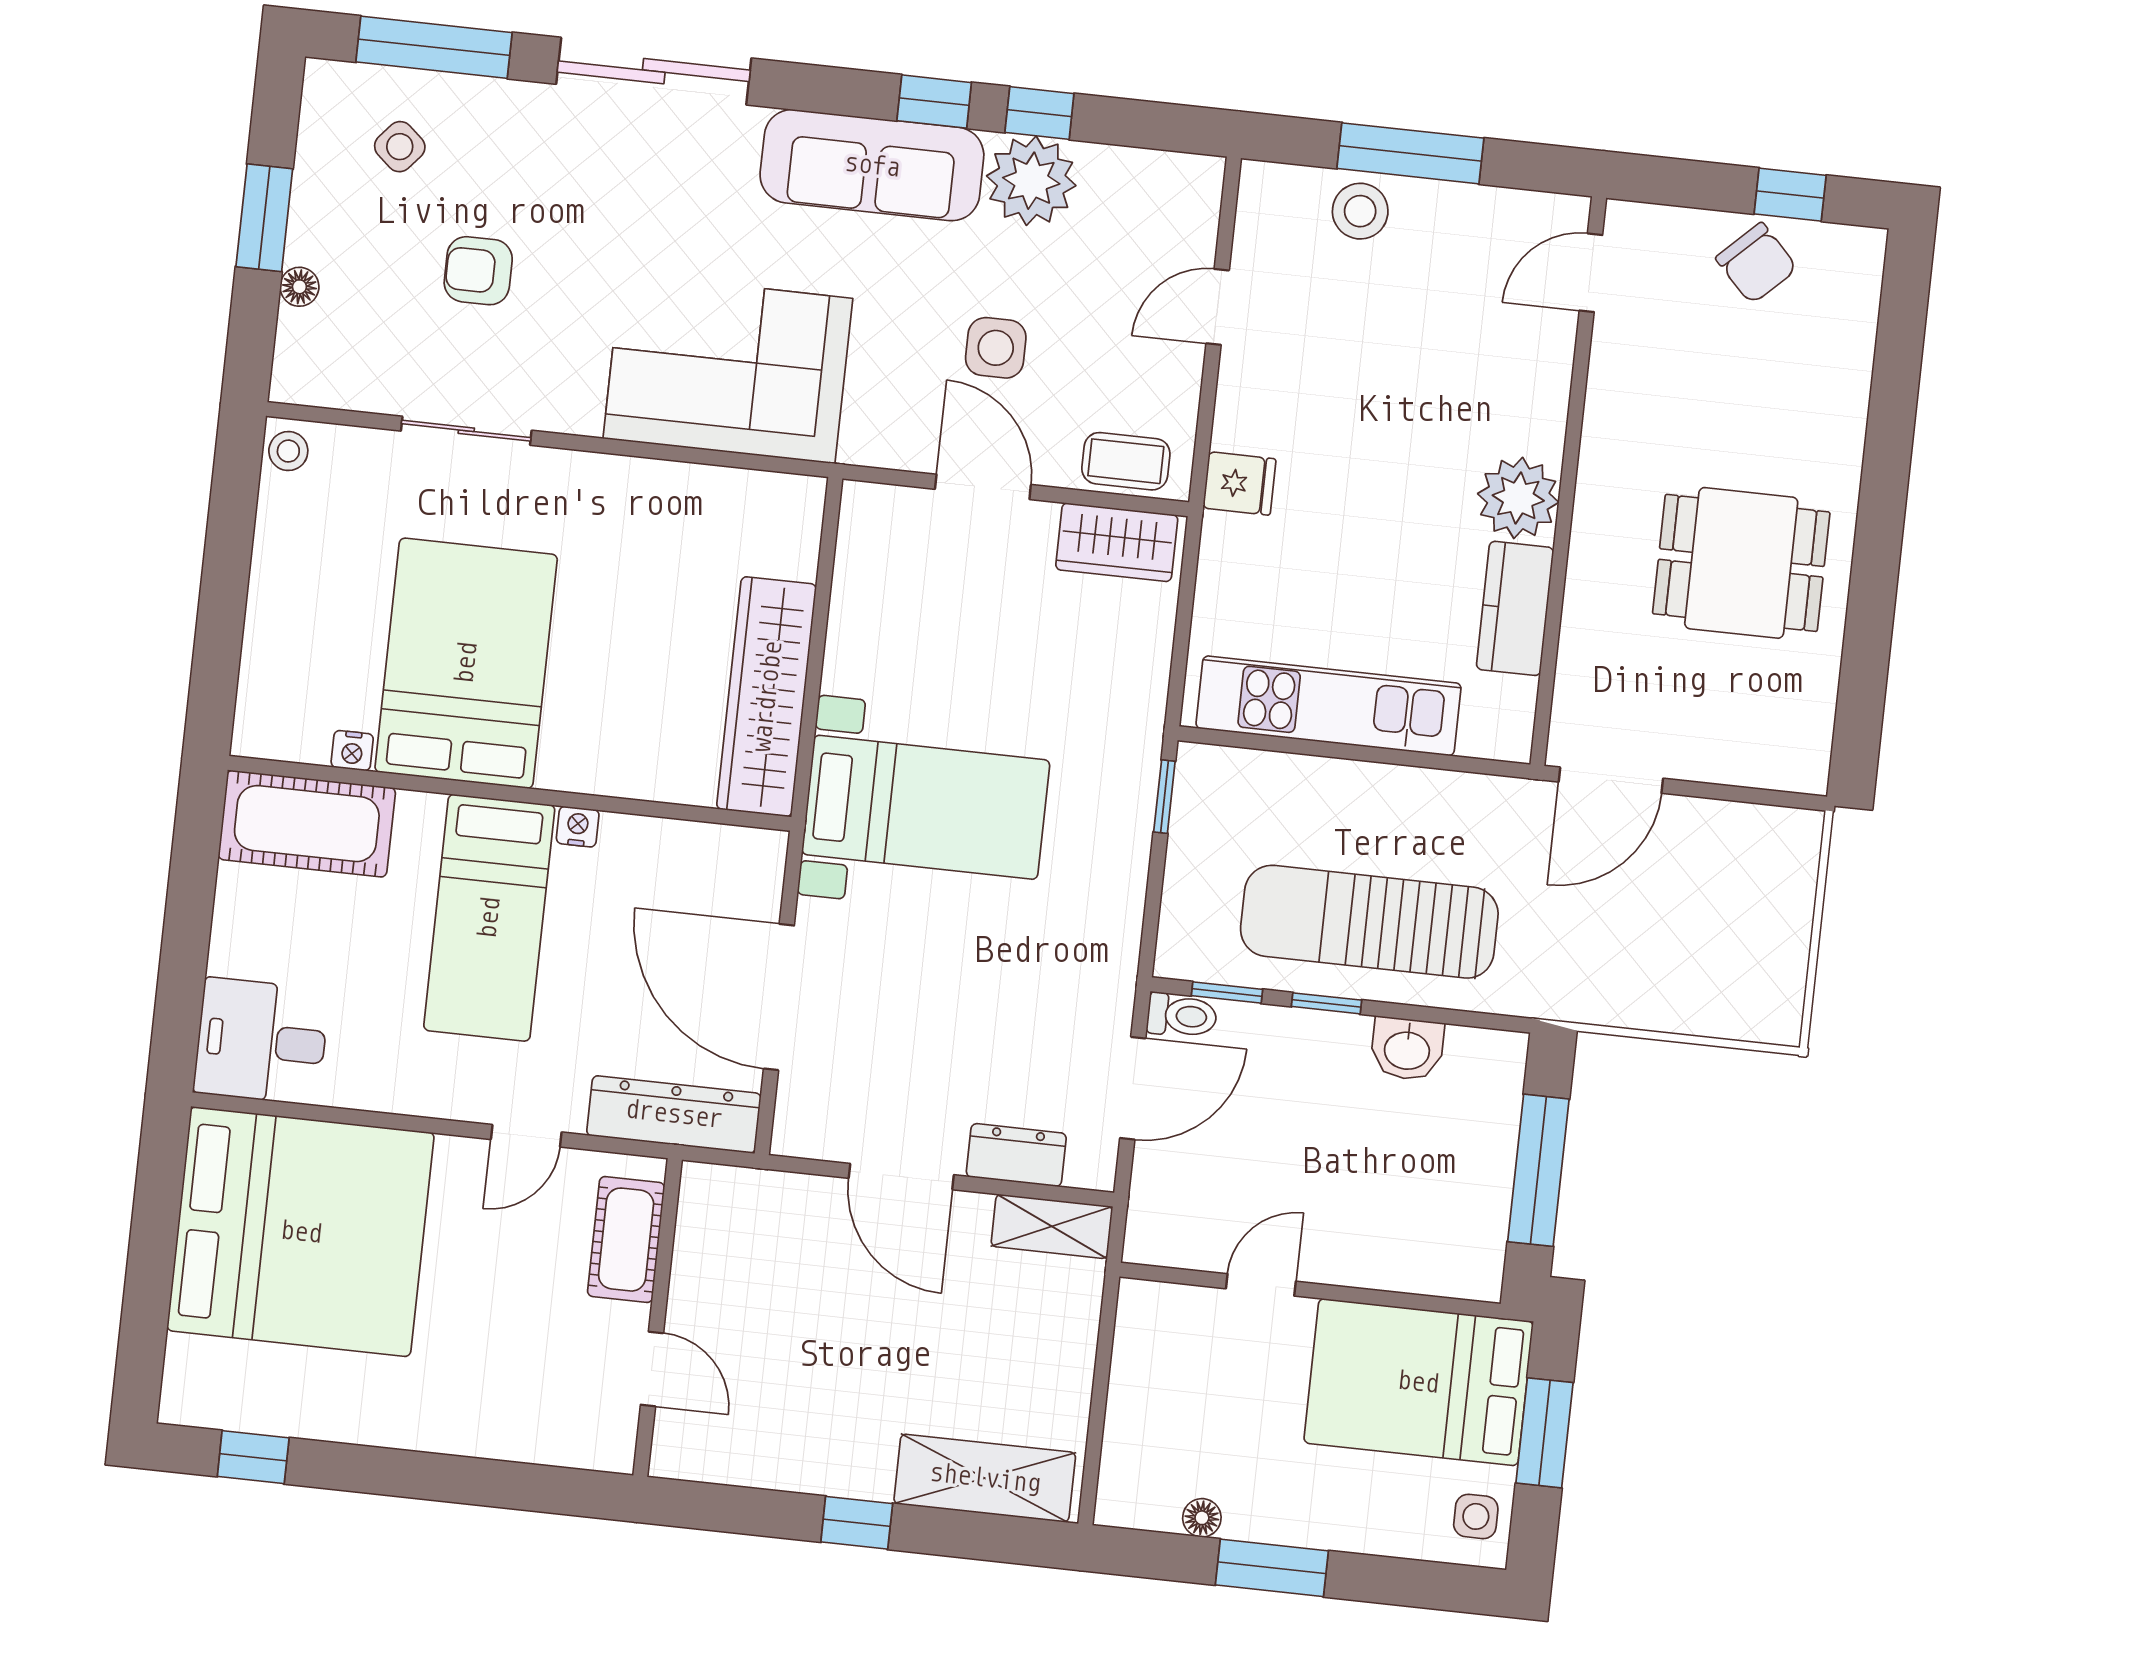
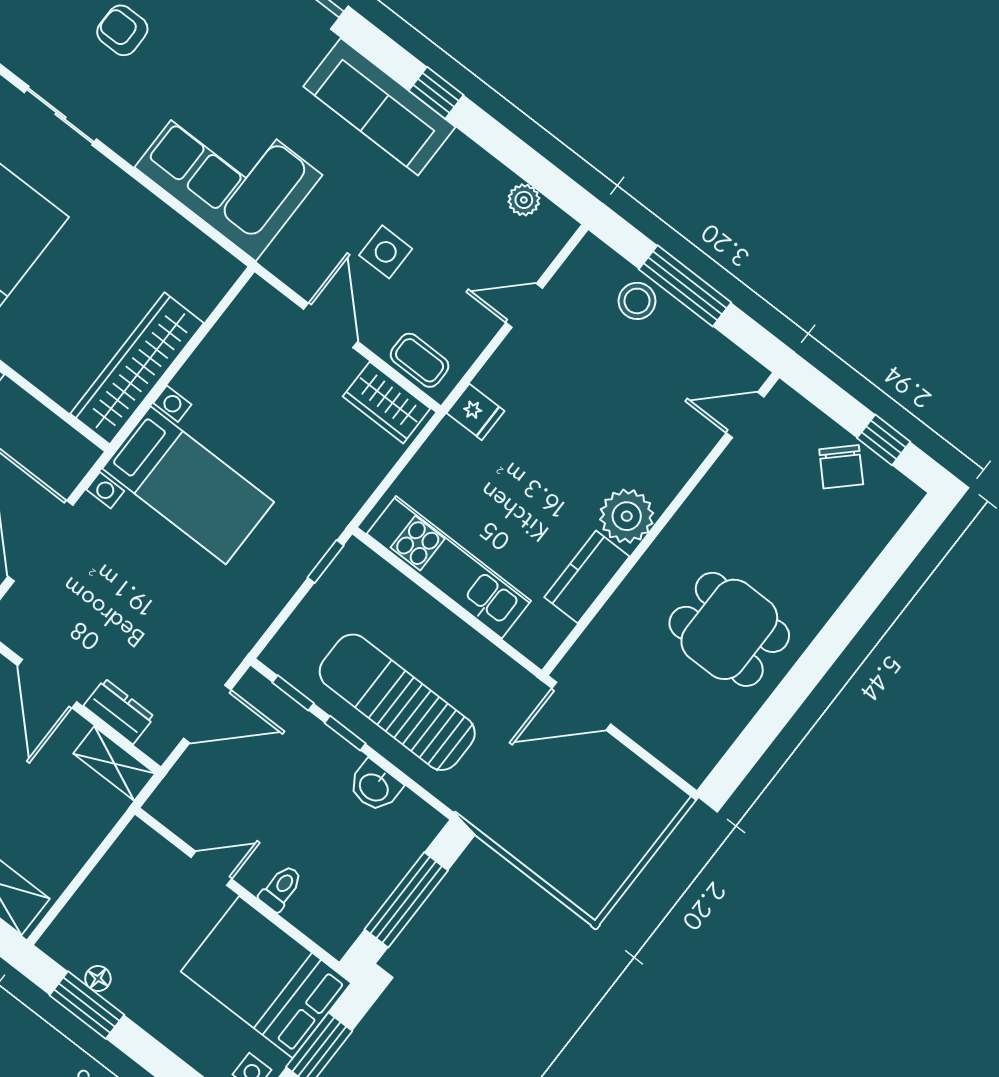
window: (1039, 113) -> (491, 135), removed
plant: (1031, 181) -> (524, 200), moved, width x0.53, depth x0.53
toilet: (1182, 1016) -> (281, 888), moved, turned -90
window: (1272, 1568) -> (87, 1005), moved

